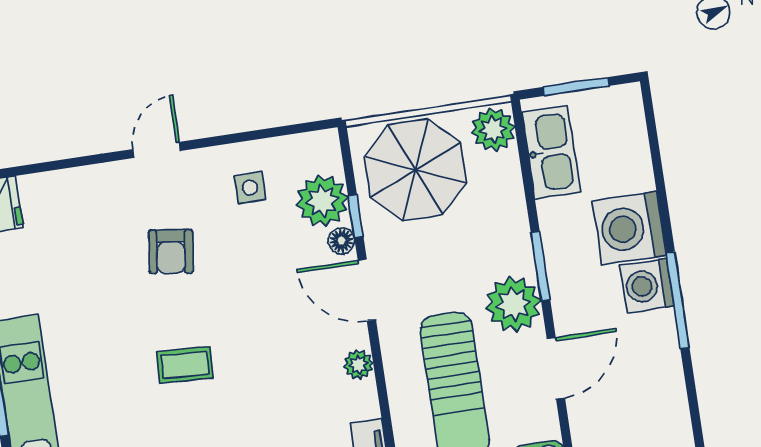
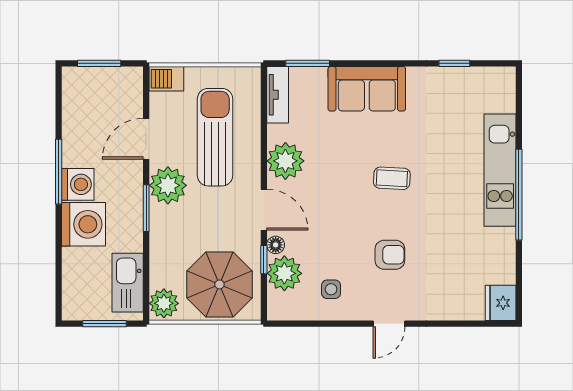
armchair: (171, 252) -> (390, 255), turned 82
plant: (359, 365) -> (285, 161), width x1.87, depth x1.87

